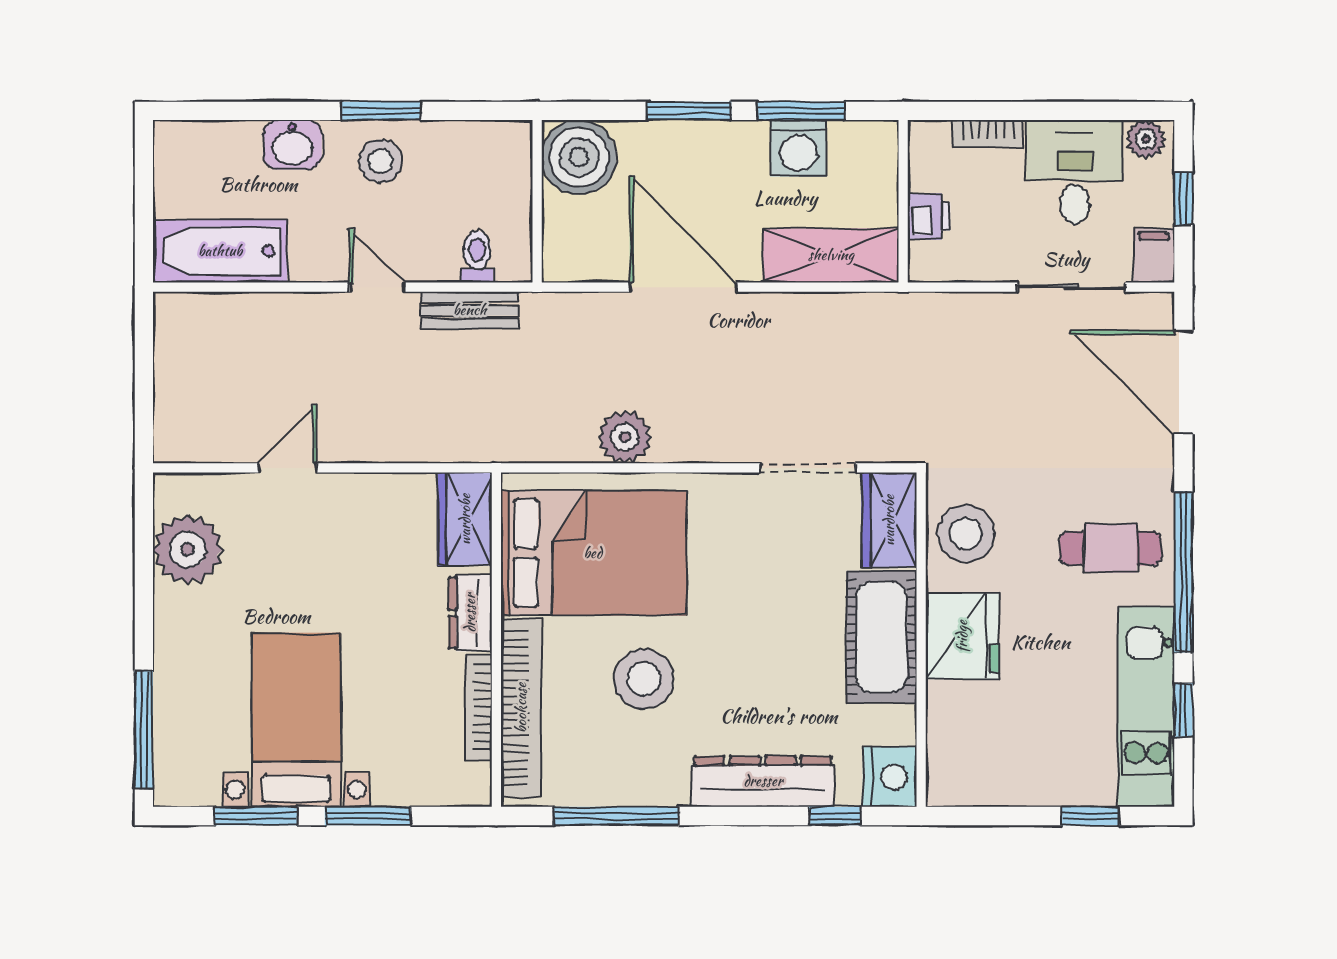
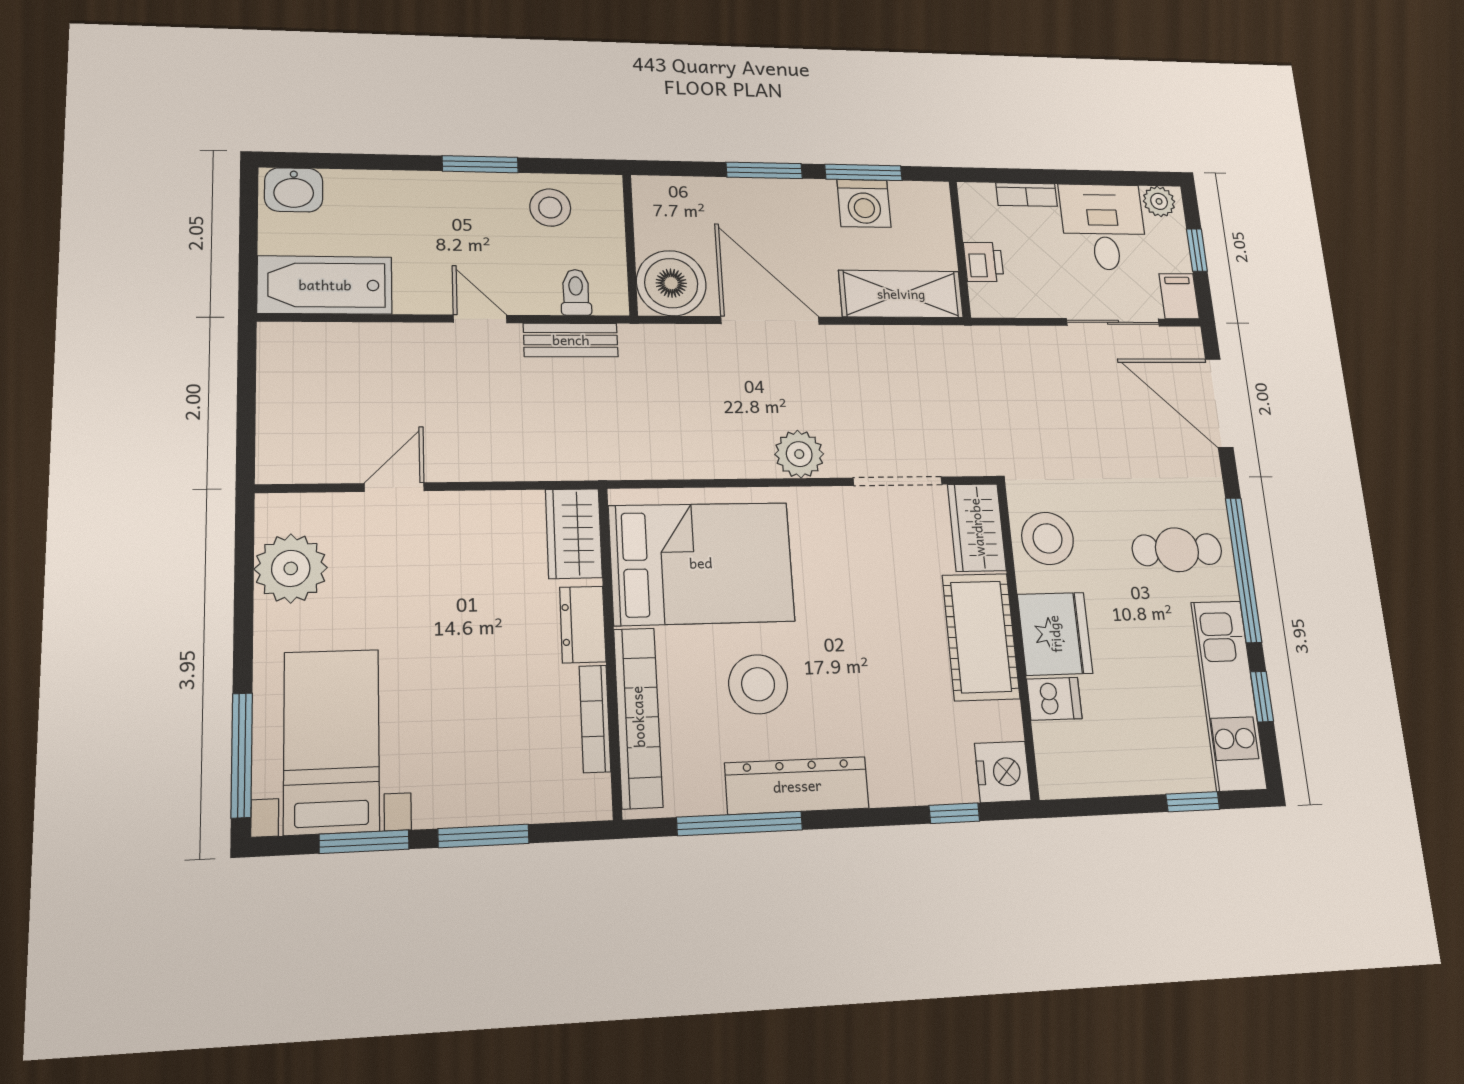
washbasin: (292, 145) -> (294, 190), moved
boiler: (579, 157) -> (671, 283), moved
stool: (381, 161) -> (550, 208), moved
plant: (625, 437) -> (799, 454), moved
dishwasher: (953, 704) -> (1054, 699), added
bed with nightstands: (296, 720) -> (332, 741), moved
dresser: (763, 781) -> (797, 786), moved

